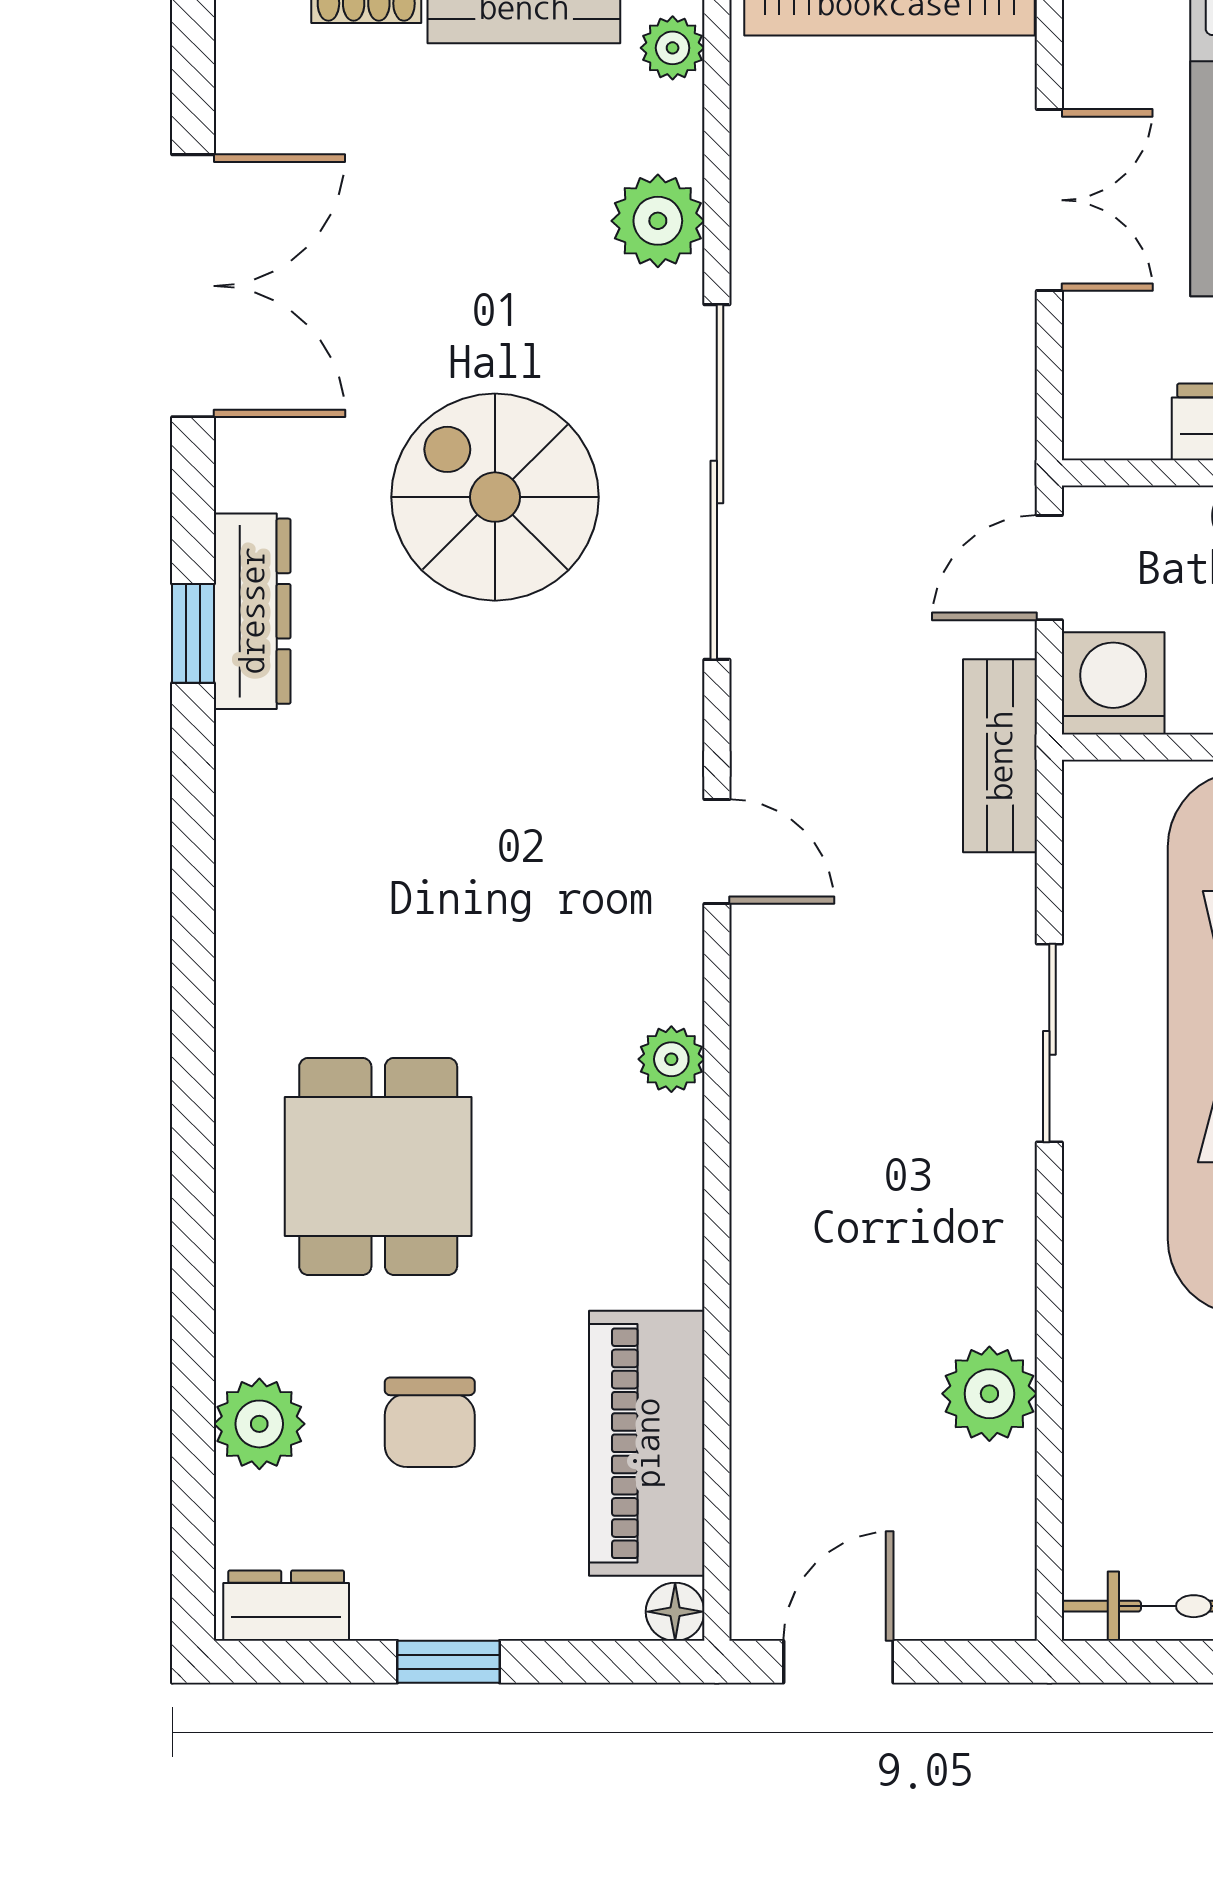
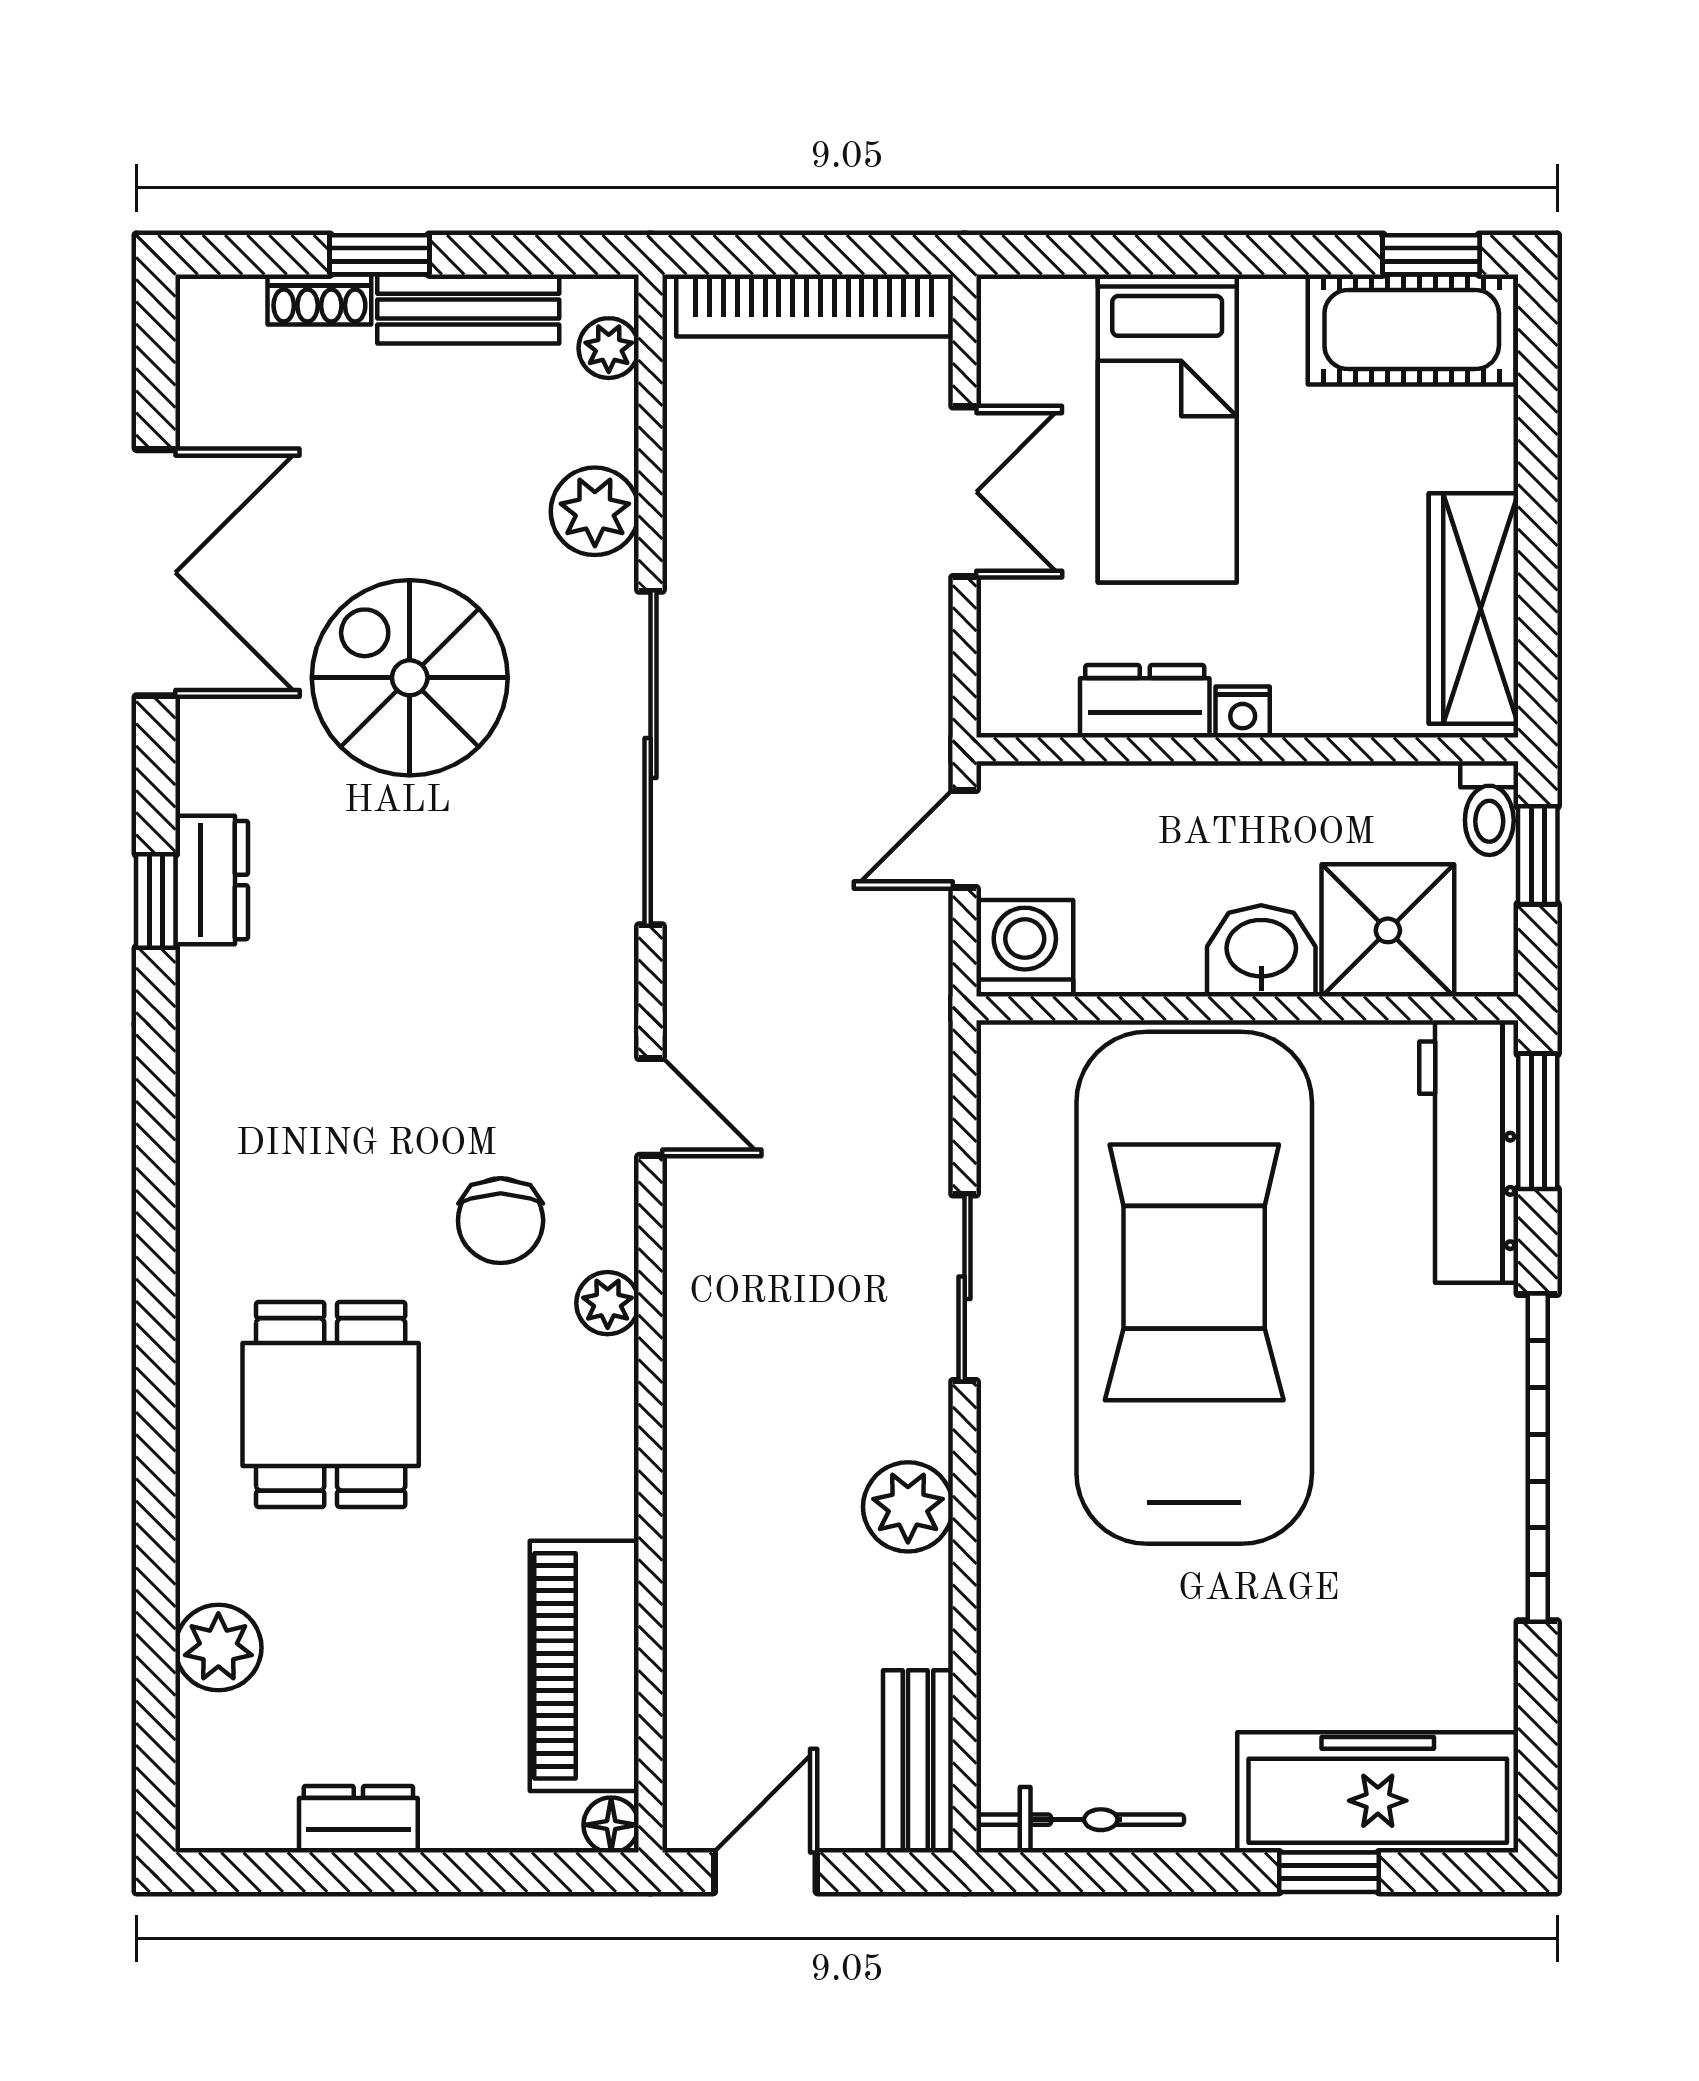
spiral stairs: (495, 497) -> (410, 678), moved
dresser: (252, 611) -> (212, 880), width x0.70
bench: (1000, 756) -> (918, 1761), moved
plant: (989, 1394) -> (908, 1507), moved
chair: (430, 1422) -> (501, 1221), moved
dresser: (286, 1606) -> (358, 1819), moved
window: (449, 1662) -> (397, 1872), removed

